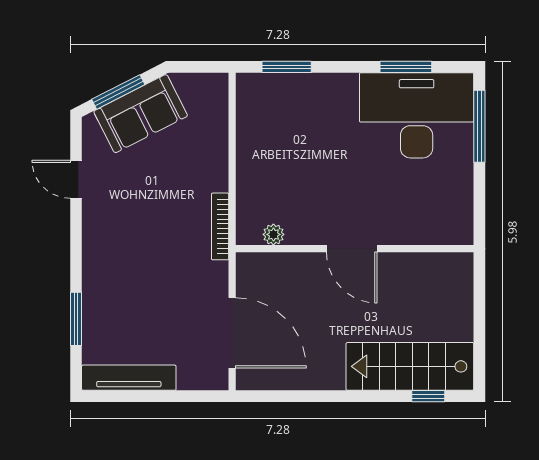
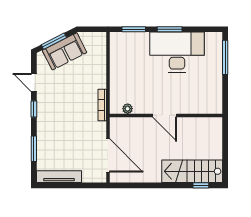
window: (406, 67) -> (170, 29), moved
desk: (417, 115) -> (177, 52), moved
window: (76, 235) -> (34, 109), added

